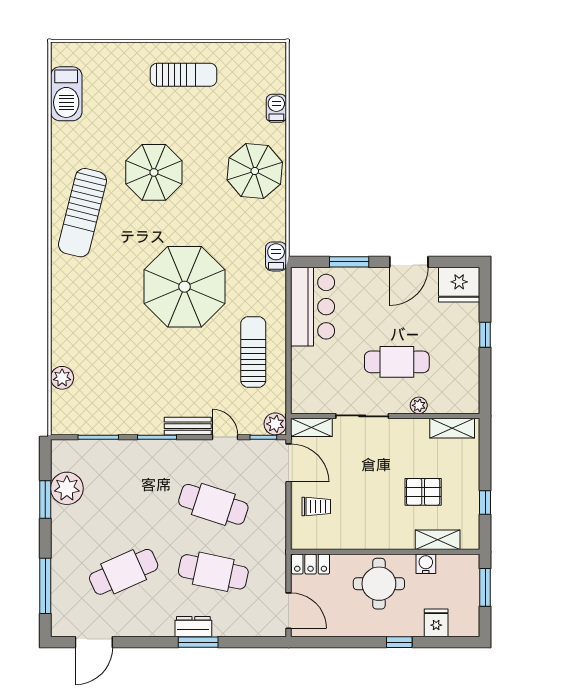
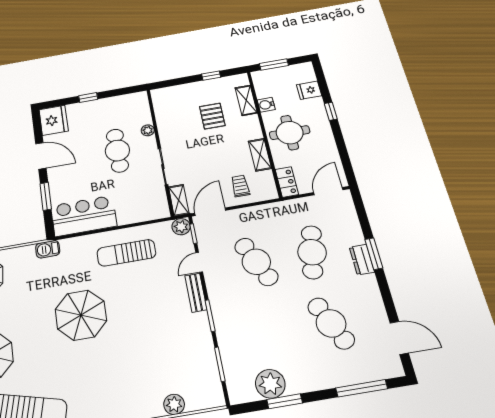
parasol: (185, 287) -> (81, 315), width x0.73, depth x0.73
shelving: (452, 428) -> (260, 155), moved
cafe table: (213, 504) -> (256, 262), turned -42

